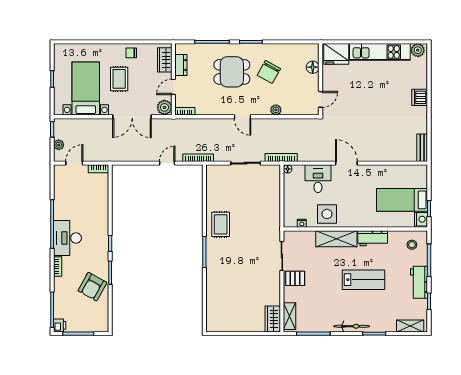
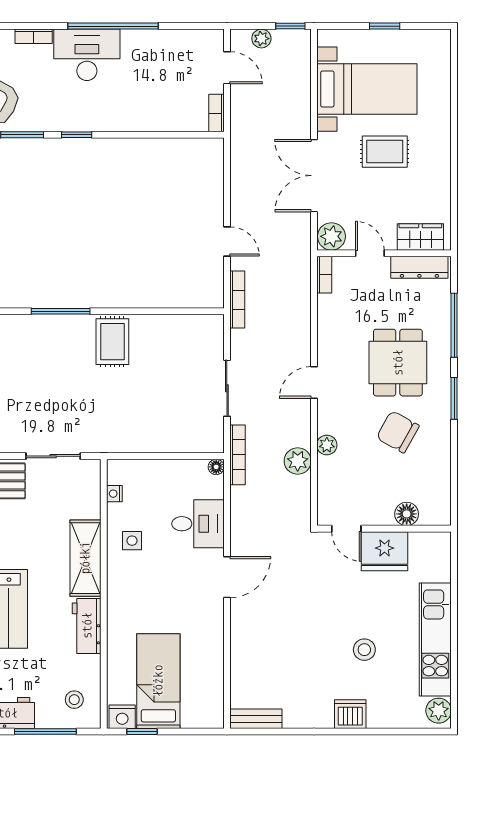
chair: (131, 53) -> (433, 174), removed
fridge: (336, 54) -> (385, 551), moved, turned -90
dresser: (181, 65) -> (419, 267), width x1.44
stool: (385, 90) -> (364, 650), added
plant: (284, 125) -> (298, 461), added
side table: (327, 214) -> (132, 541), width x0.54, depth x0.54
rug: (221, 224) -> (112, 342), turned 90

